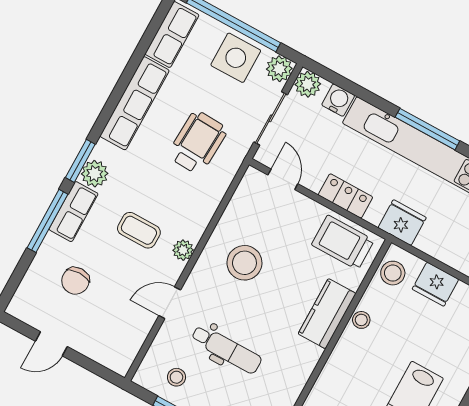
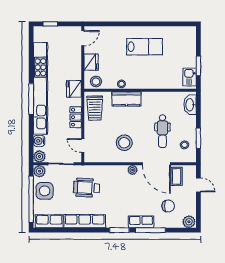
plant: (95, 174) -> (189, 222), moved
door: (283, 179) -> (83, 146), hinge flipped
coffee table: (139, 230) -> (176, 176), moved
door: (170, 303) -> (156, 164), width x1.88
door: (51, 344) -> (198, 185), moved
dental chair: (226, 349) -> (162, 131), turned 180

